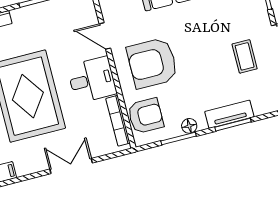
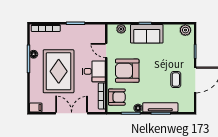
tv unit: (229, 114) -> (160, 107), width x1.41
double door: (71, 166) -> (72, 113), width x1.37

